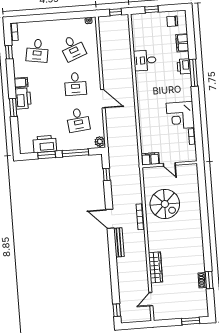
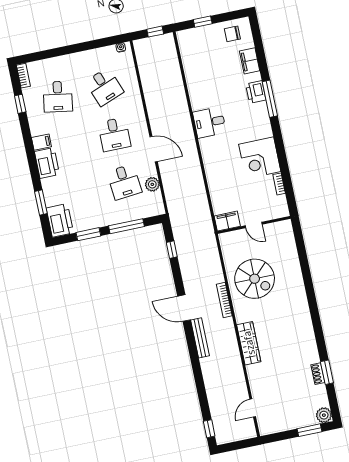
desk: (145, 60) -> (209, 122), moved
window: (13, 108) -> (41, 203), moved
plant: (100, 142) -> (152, 184), moved
printer: (45, 144) -> (60, 220), moved, turned 90
wardrobe: (155, 267) -> (249, 343), moved
plant: (203, 311) -> (324, 415), added

